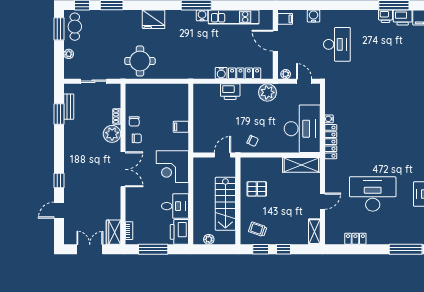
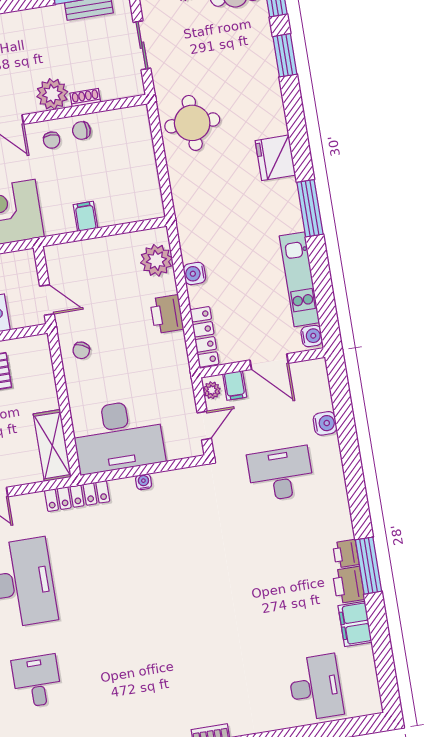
water cooler: (202, 15) -> (312, 336), moved
fridge: (154, 19) -> (275, 158), moved
filing cabinet: (285, 19) -> (235, 385), moved
door: (275, 41) -> (269, 362), swing flipped
desk: (337, 44) -> (281, 474), turned 180
locker: (245, 73) -> (204, 337), moved
printer: (230, 92) -> (167, 314), moved
plant: (267, 92) -> (156, 260), moved
locker: (331, 142) -> (77, 496), moved

